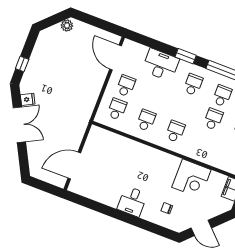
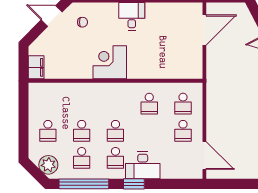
desk: (161, 65) -> (143, 165), moved
school desk: (175, 131) -> (115, 131), moved
corner desk: (191, 178) -> (110, 62), moved
chair: (167, 208) -> (83, 22), moved

